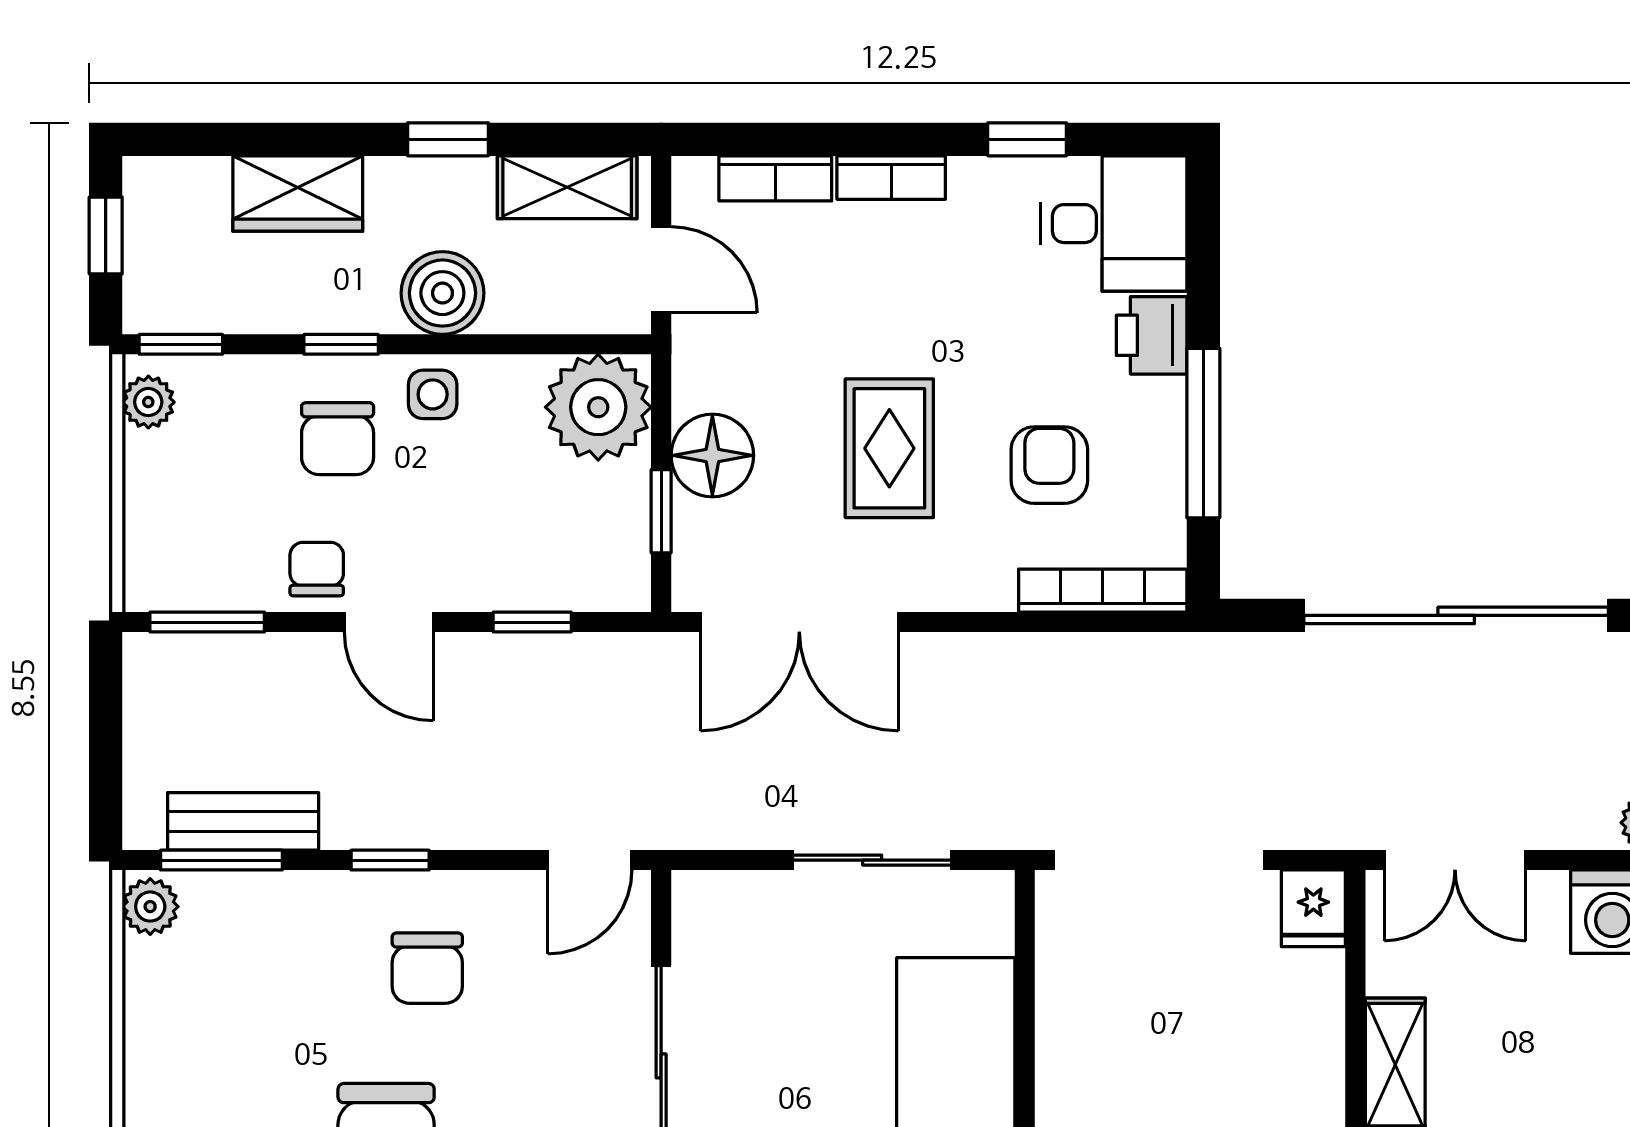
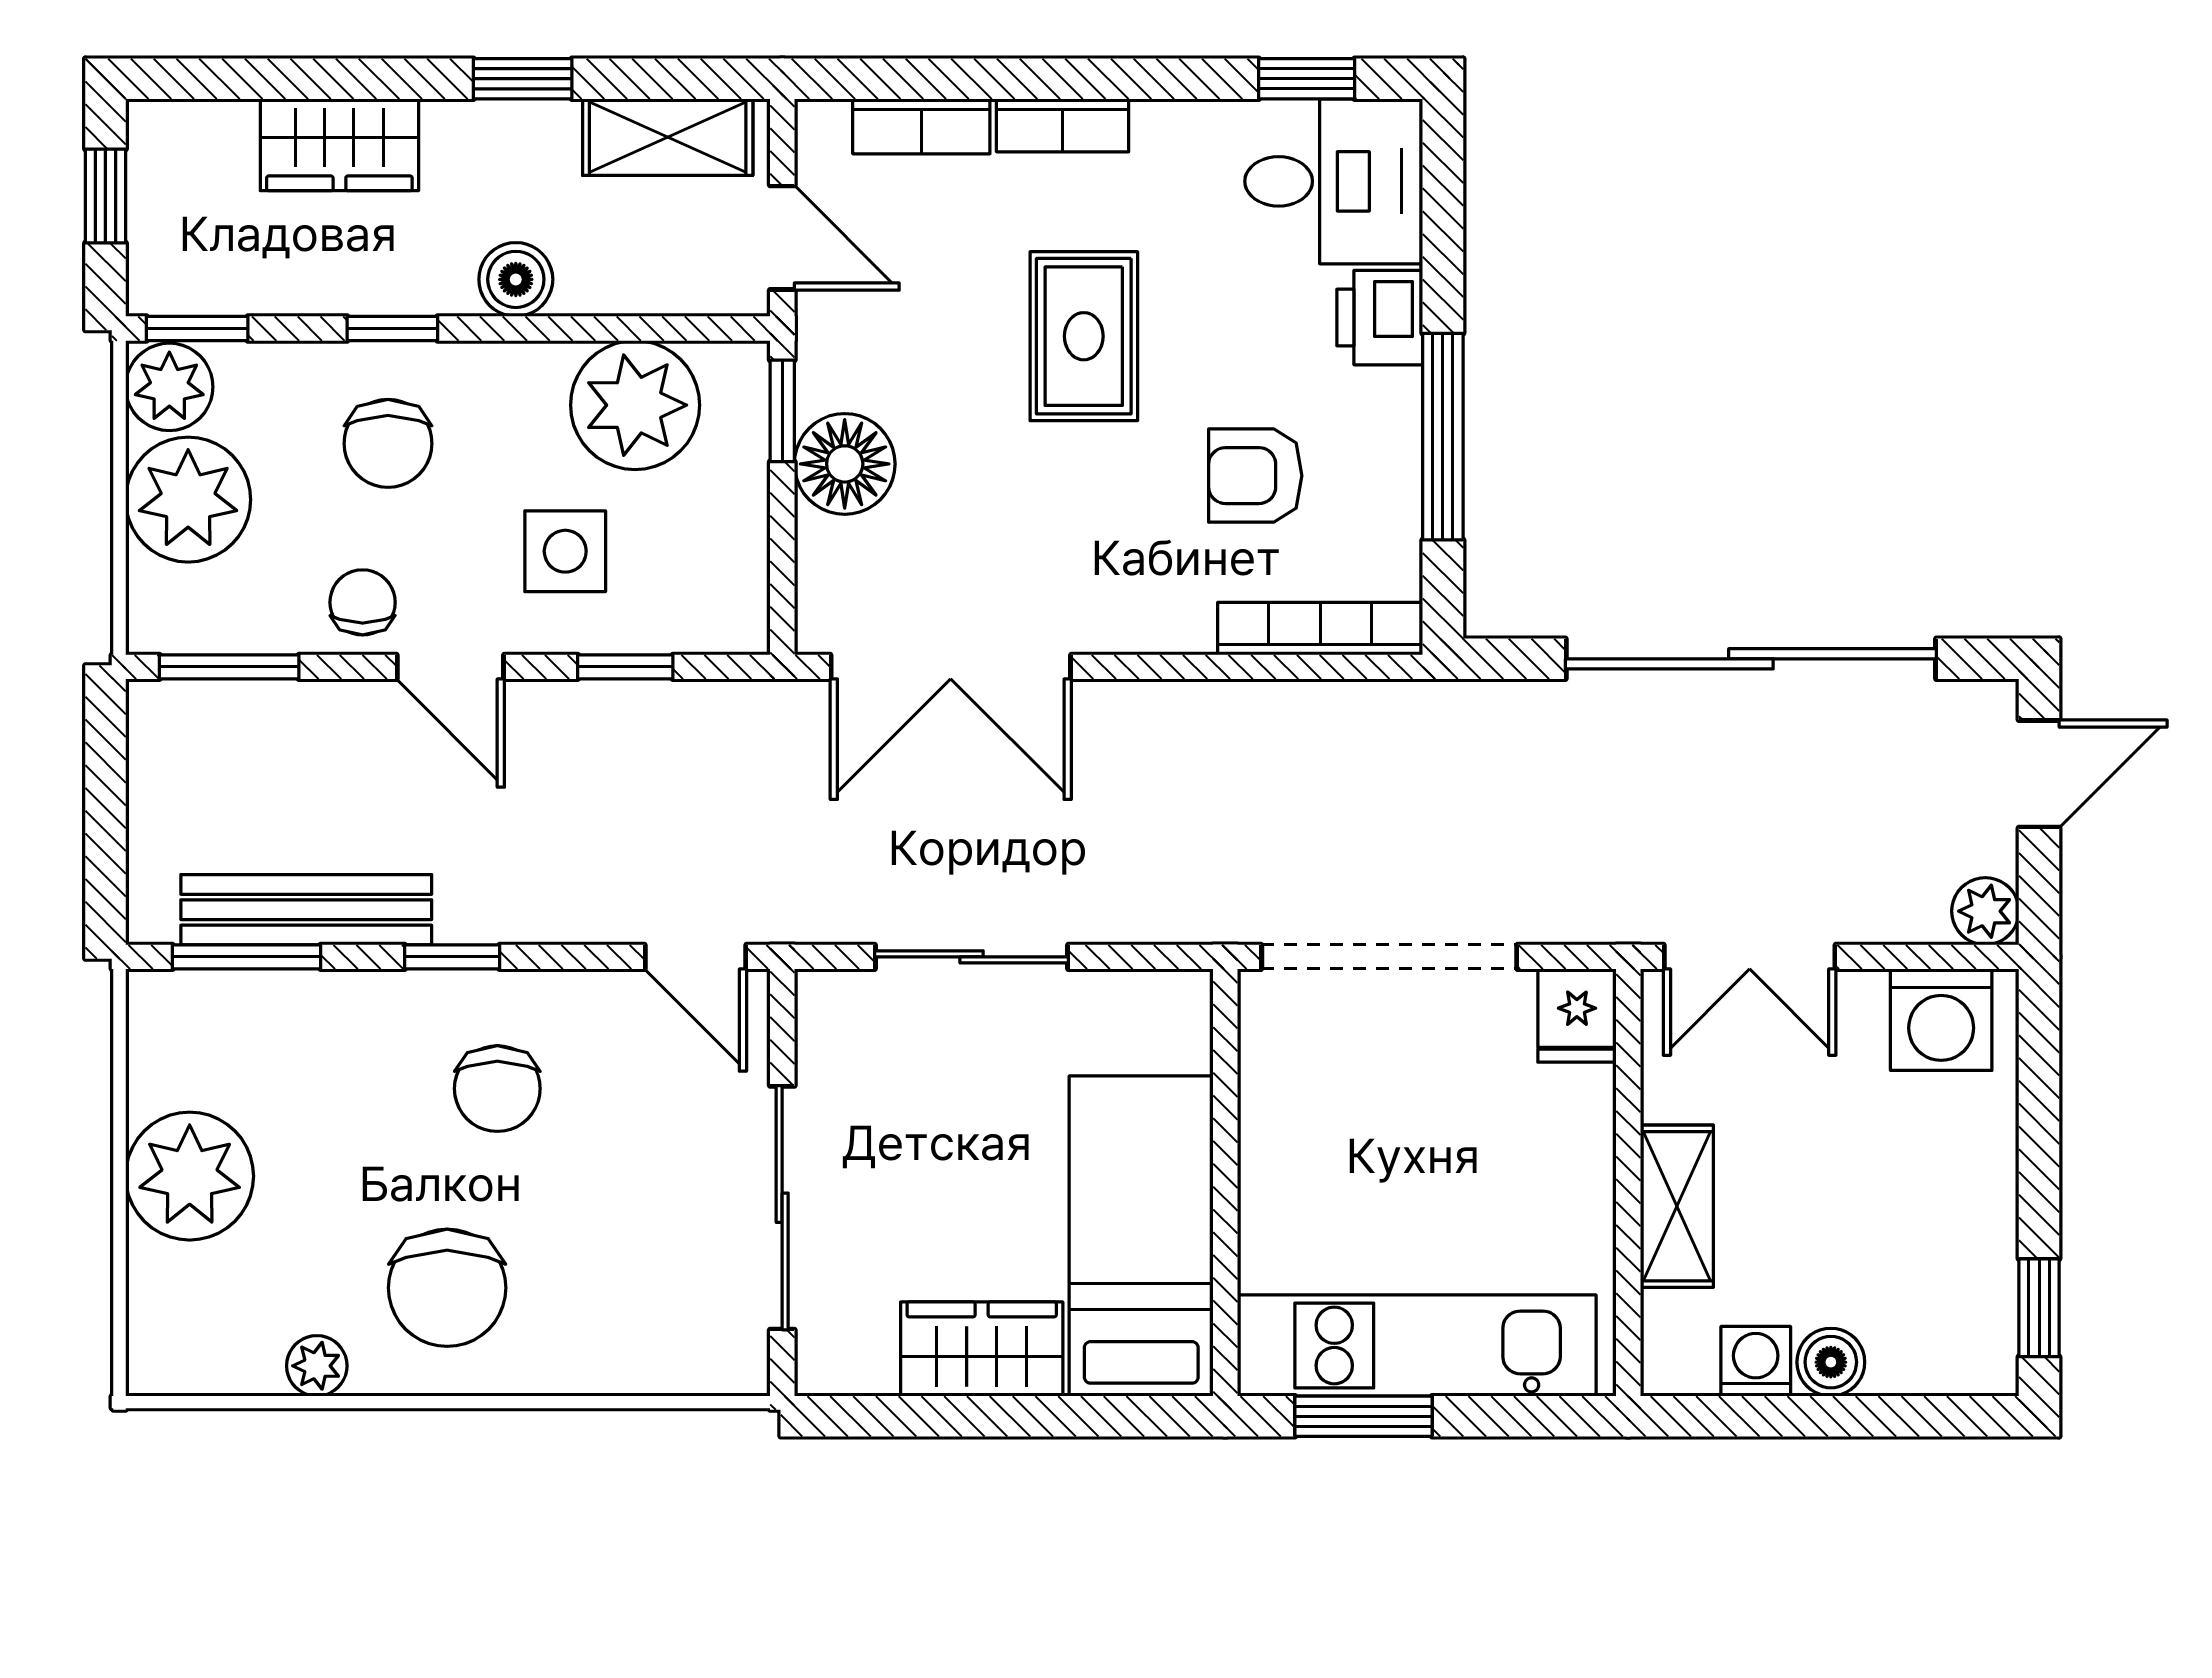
window: (1027, 139) -> (1307, 79), moved
boiler: (442, 293) -> (516, 279), width x0.73, depth x0.73
side table: (433, 394) -> (565, 551), moved, width x1.37, depth x1.37
plant: (148, 402) -> (169, 387), width x1.38, depth x1.38
plant: (598, 407) -> (635, 405), moved
rug: (889, 448) -> (1084, 336), moved
armchair: (1049, 465) -> (1255, 476), turned -90
plant: (173, 485) -> (188, 500), added
window: (661, 511) -> (782, 411), moved
bench: (243, 821) -> (306, 910), width x1.36
door: (590, 860) -> (695, 957), hinge flipped
sliding door: (872, 860) -> (972, 957), moved
plant: (150, 907) -> (190, 1176), moved, width x1.88, depth x1.88

